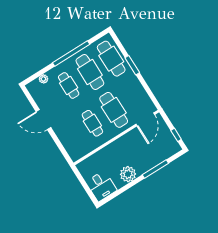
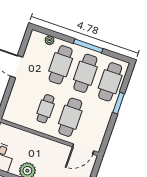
window: (71, 53) -> (88, 46), width x0.68
cafe table: (69, 85) -> (61, 65), width x1.37, depth x1.35

